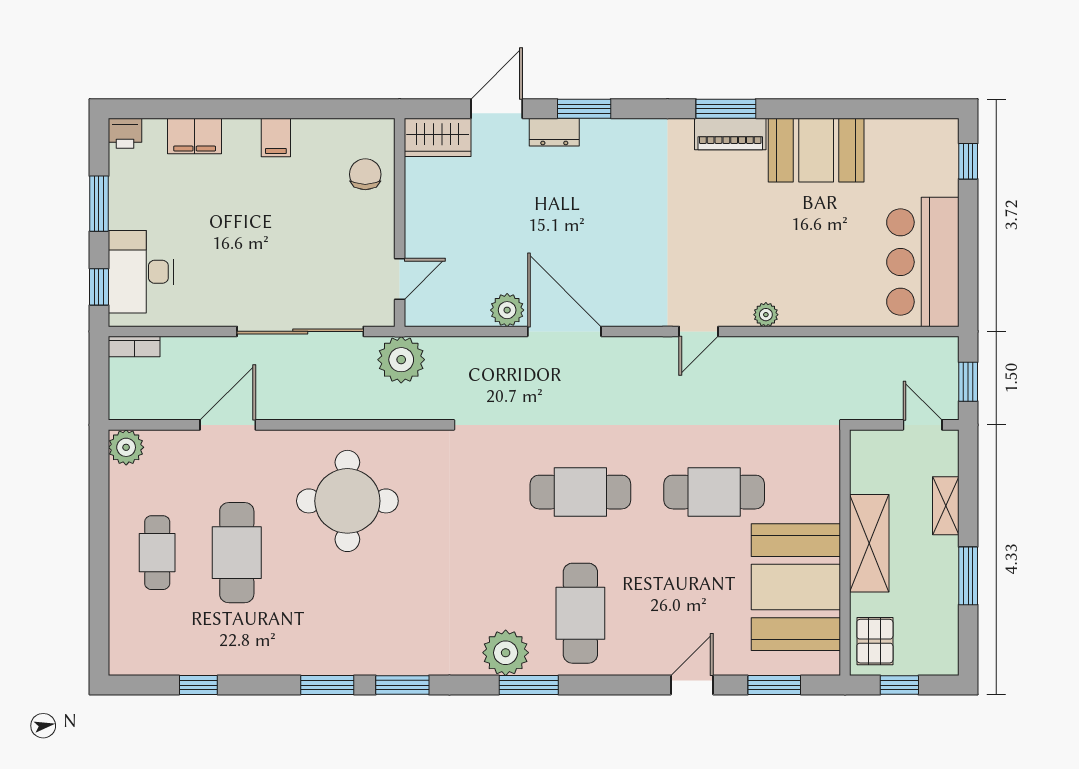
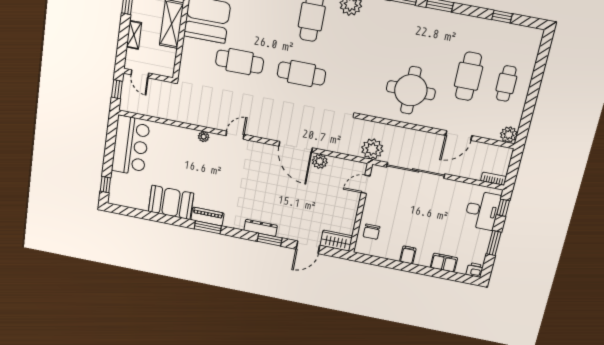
dresser: (554, 132) -> (261, 228), moved, width x1.44

